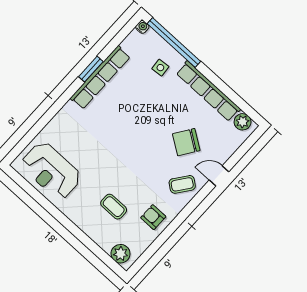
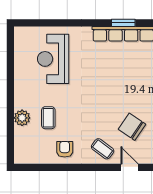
reception desk: (51, 171) -> (53, 59), moved
plant: (121, 254) -> (22, 118), moved

